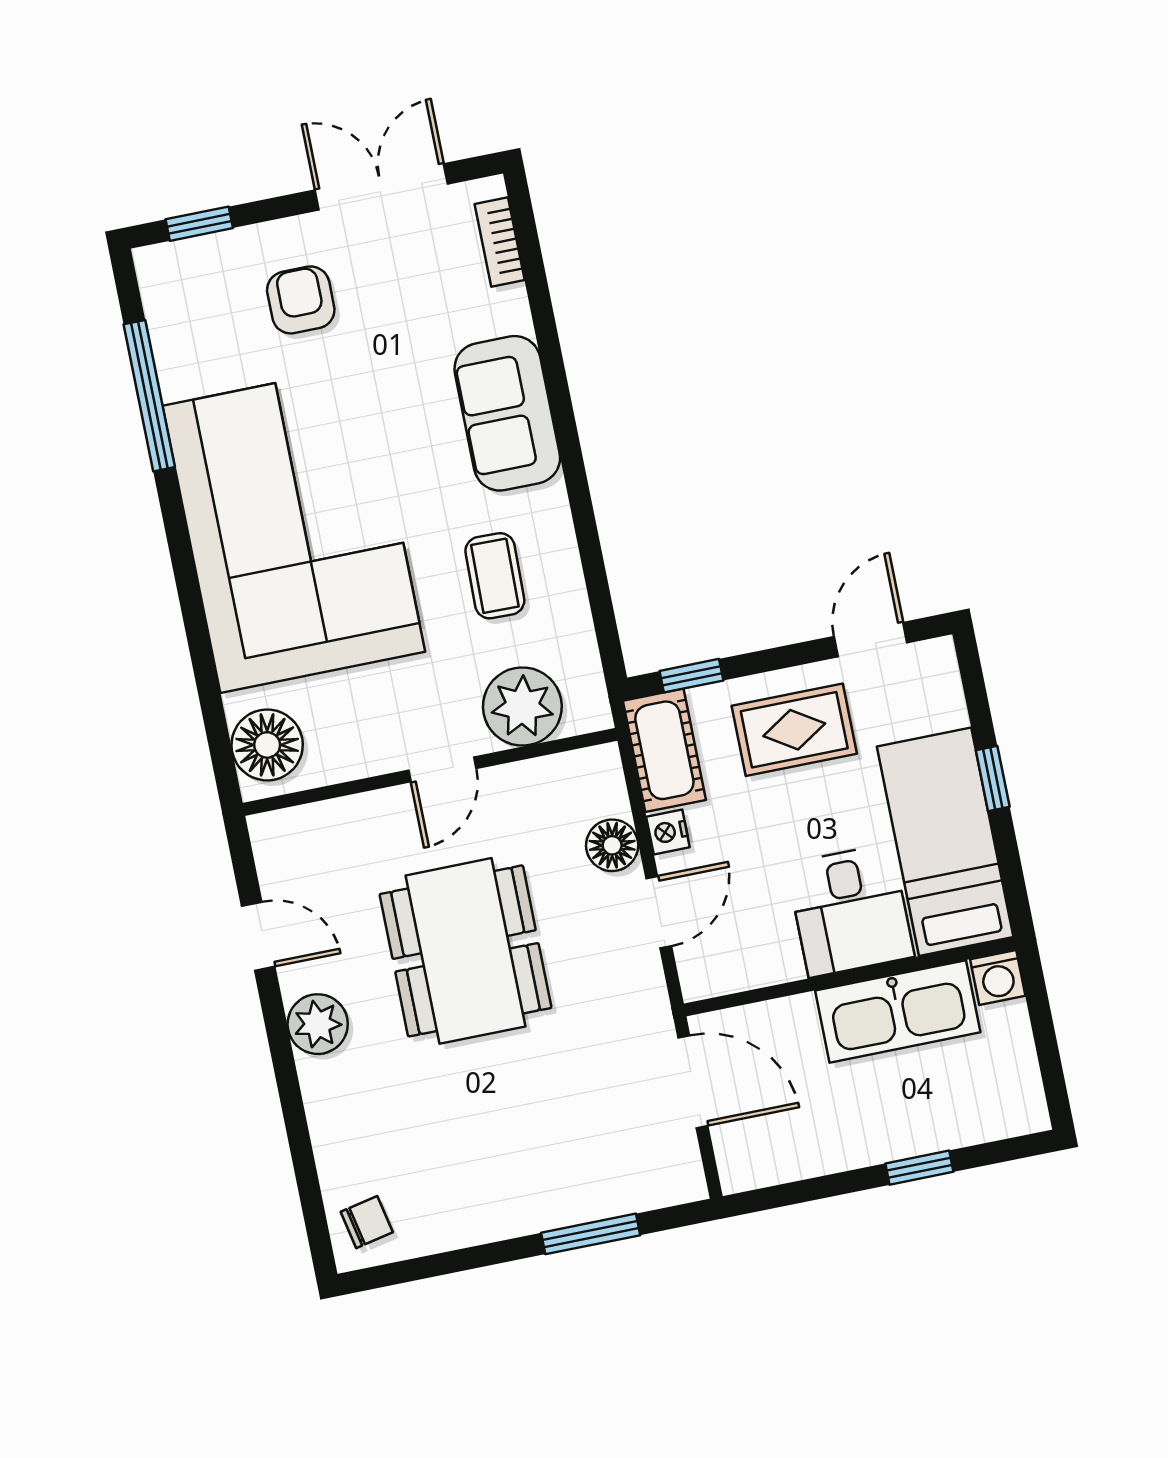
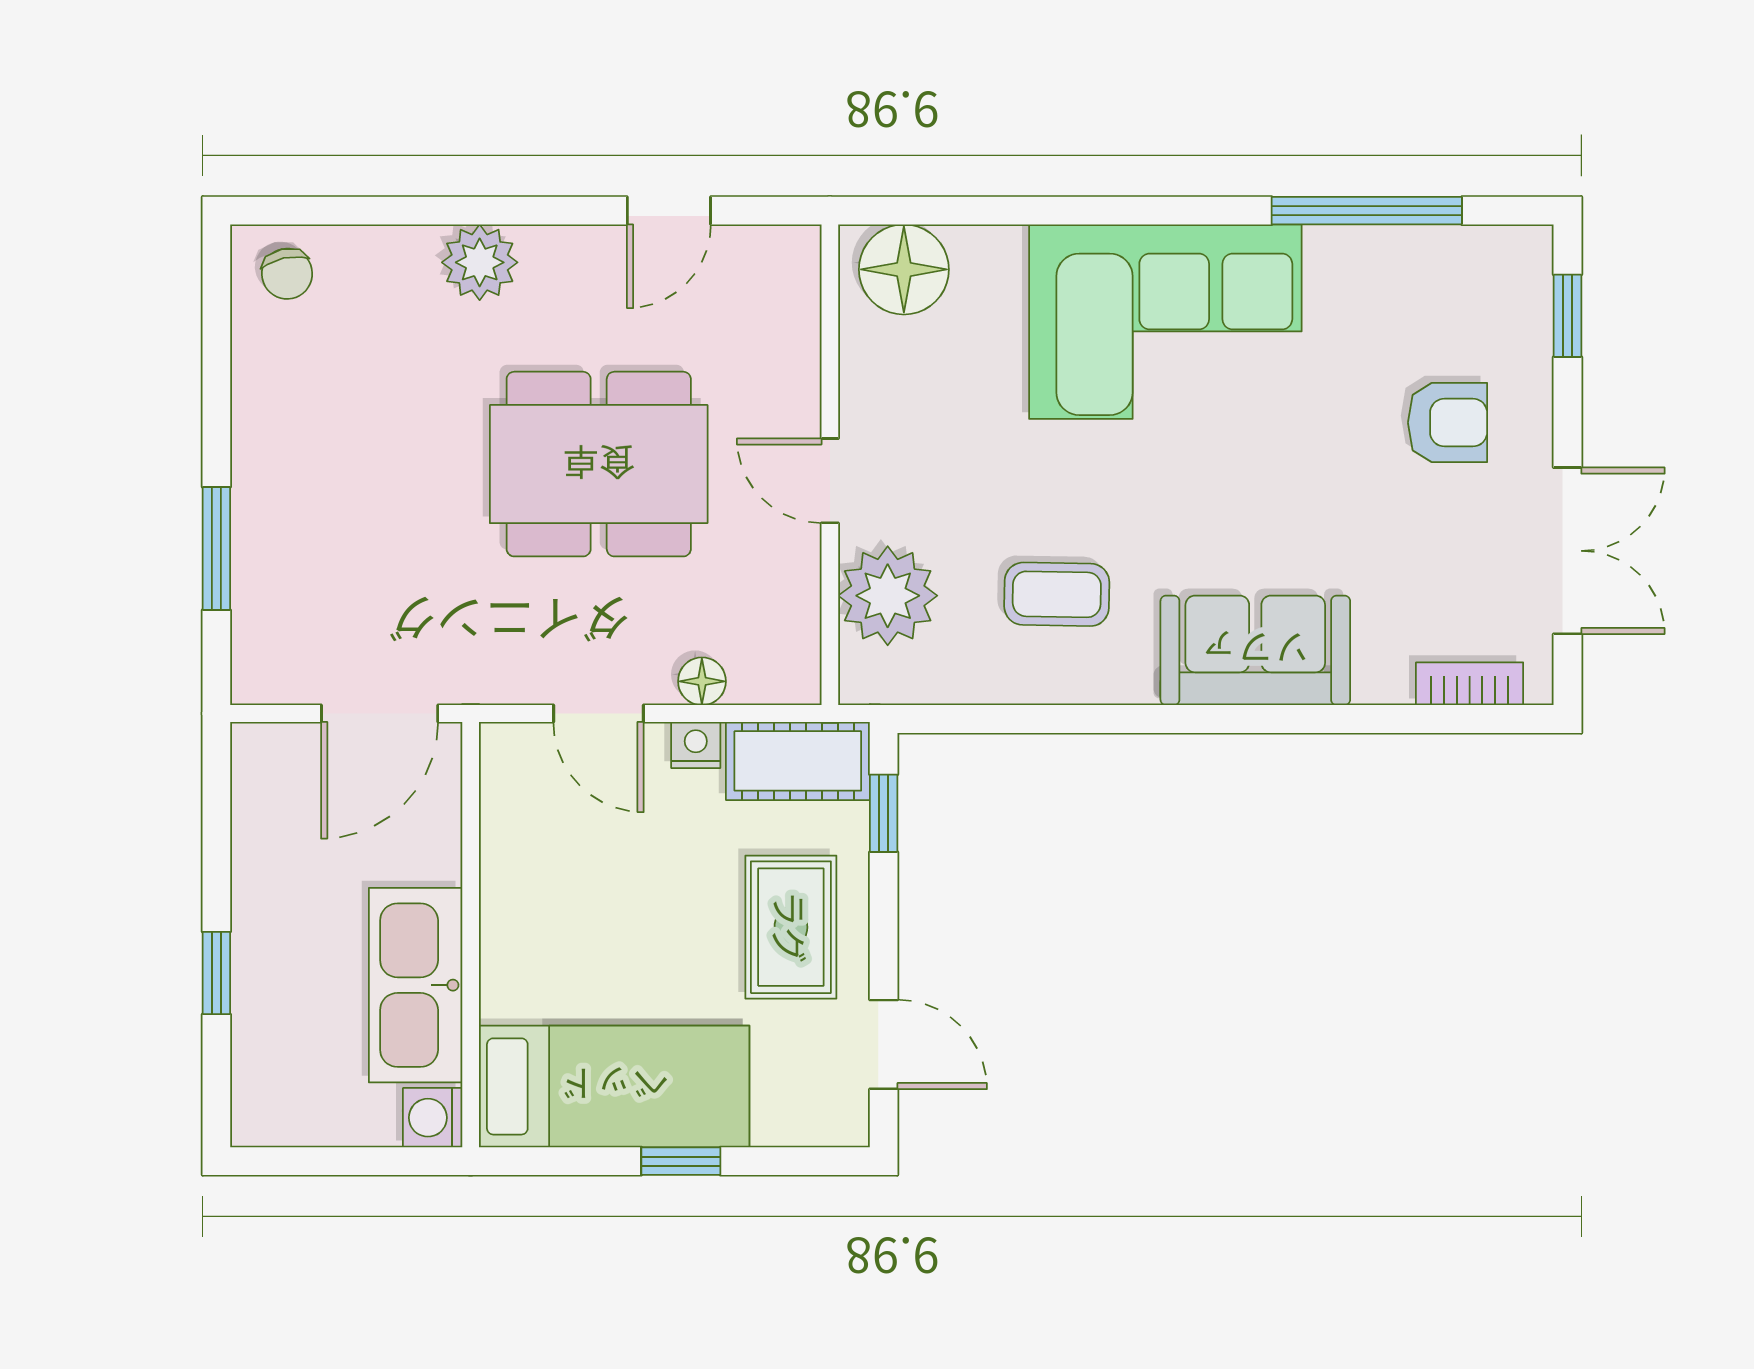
corner sofa: (294, 529) -> (1165, 322), width x0.73, depth x0.74
floor lamp: (612, 845) -> (702, 681), width x0.73, depth x0.73
desk: (850, 910) -> (553, 952), removed
plant: (318, 1024) -> (480, 262), moved

